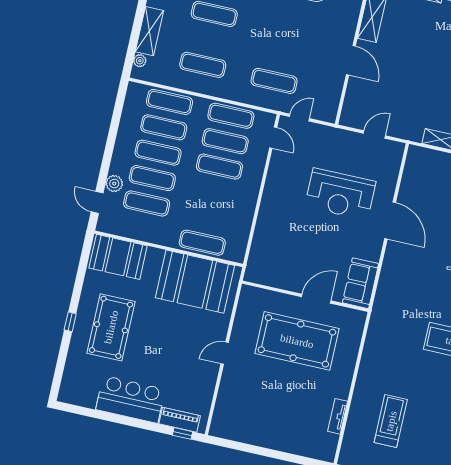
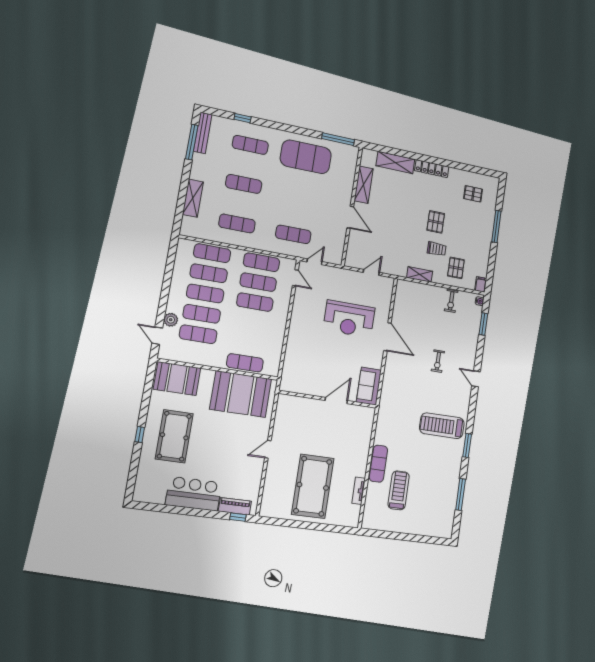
plant: (140, 61) -> (186, 221), removed
pool table: (297, 341) -> (313, 486), moved, turned 90
exercise mat: (366, 384) -> (378, 464), added

